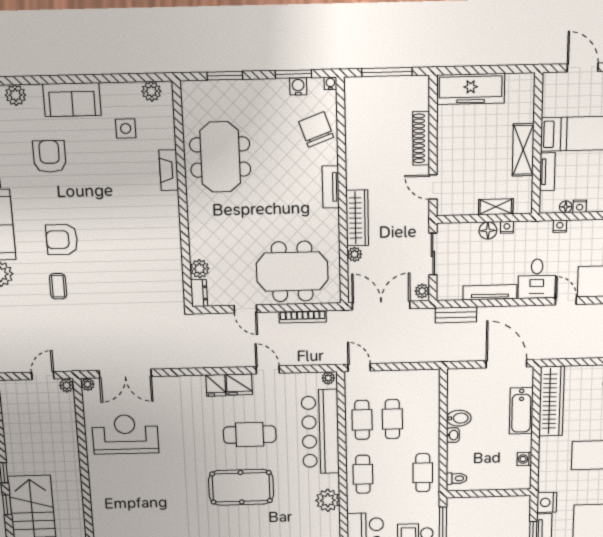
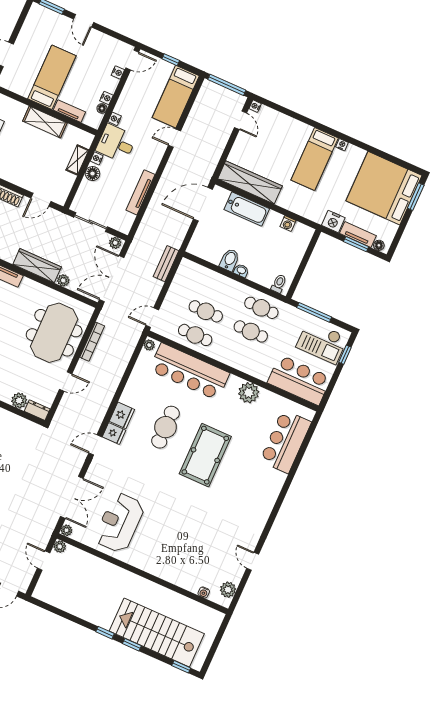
desk: (537, 279) -> (116, 143), moved, turned 180
bench: (456, 315) -> (166, 264), moved
door: (268, 370) -> (95, 445), moved
cafe table: (363, 474) -> (251, 331), moved

